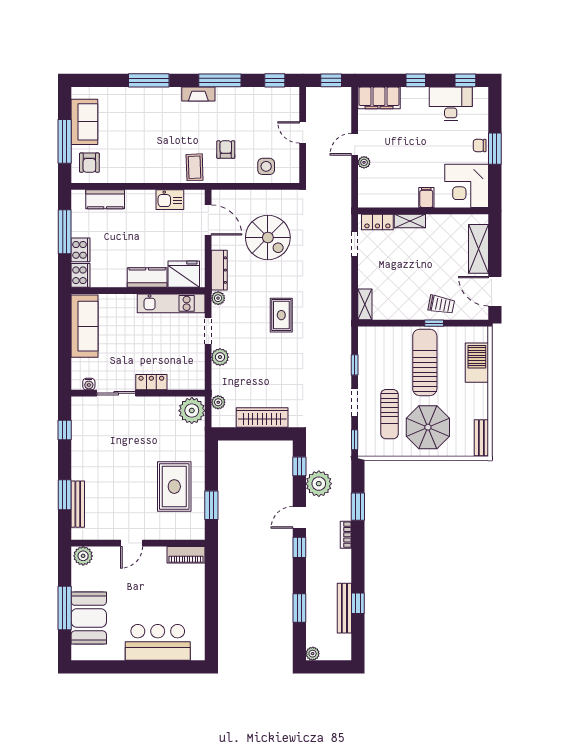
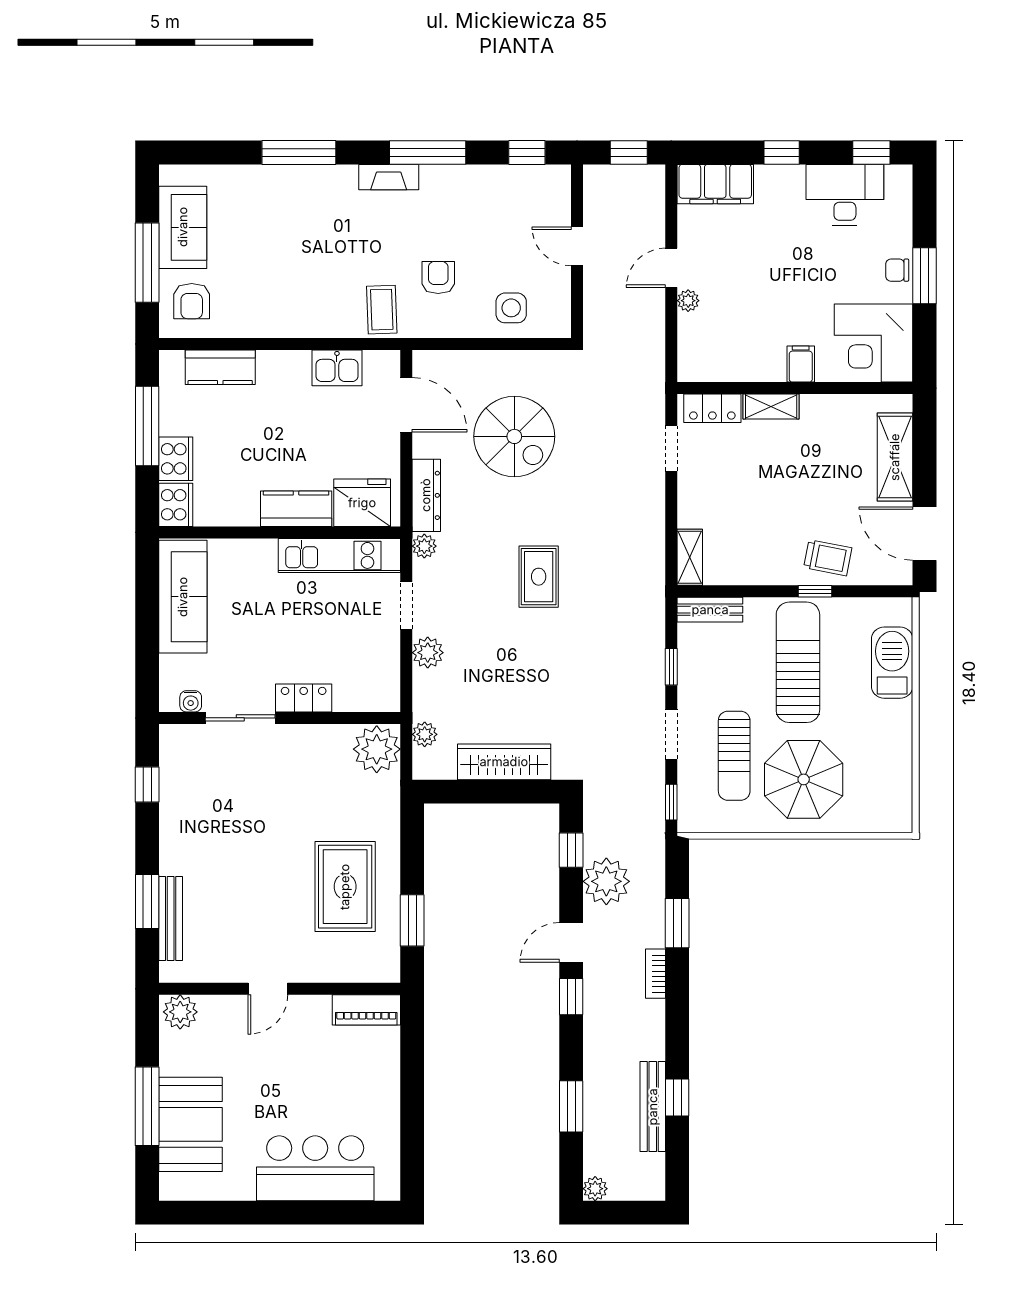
bench: (481, 438) -> (710, 610), moved, turned 90

